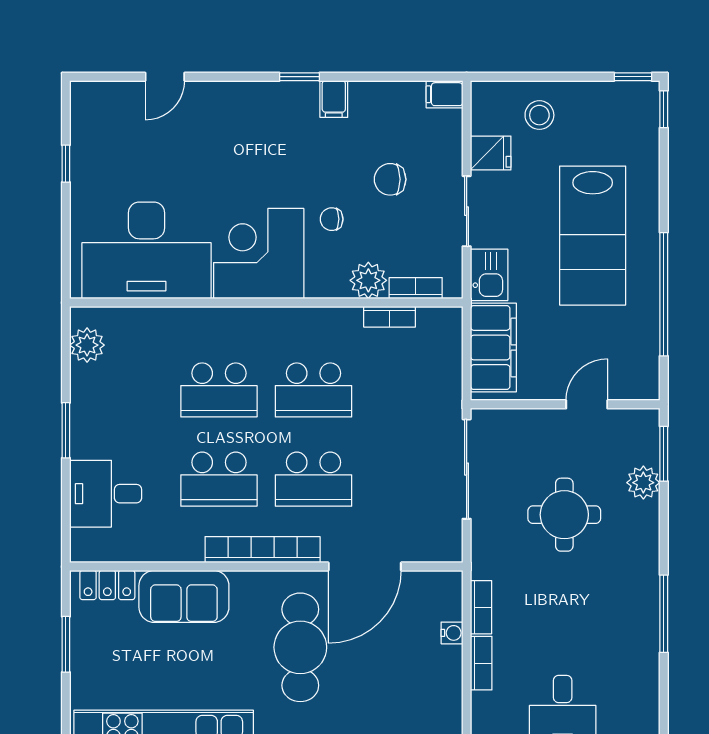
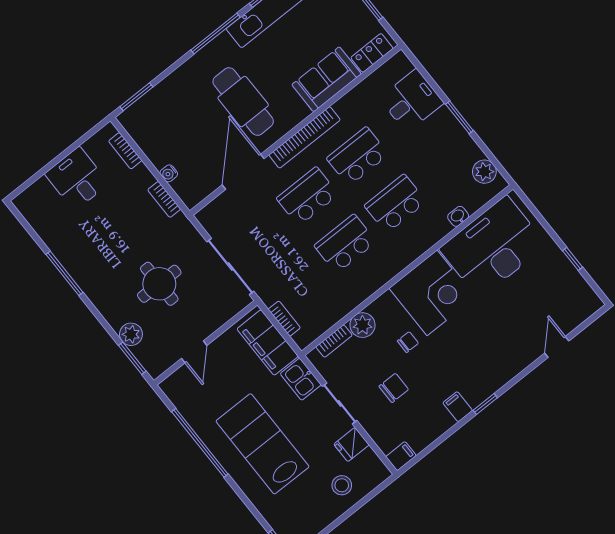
bookcase: (390, 317) -> (284, 319), moved, turned 90
washbasin: (158, 318) -> (458, 216), added
bookcase: (481, 663) -> (125, 151), moved

